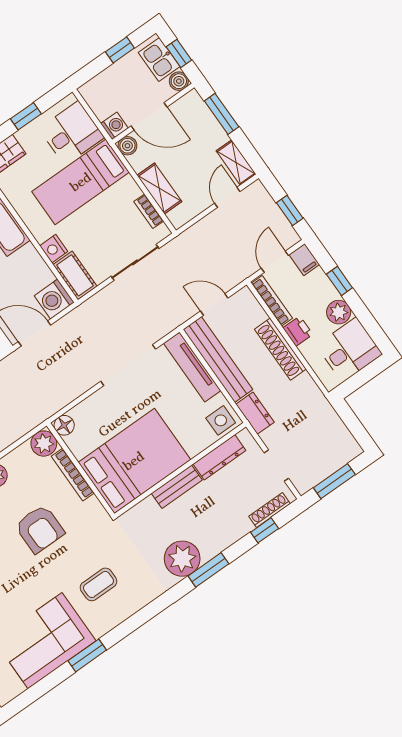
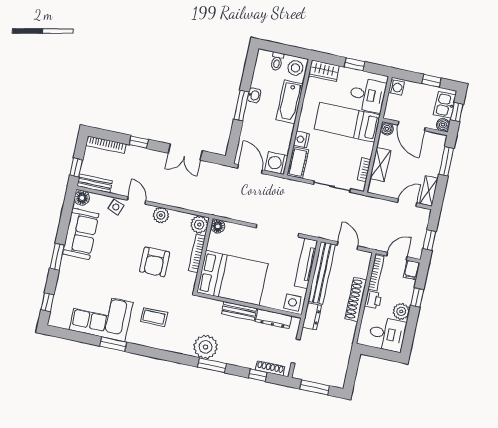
washing machine: (114, 126) -> (396, 87), moved

